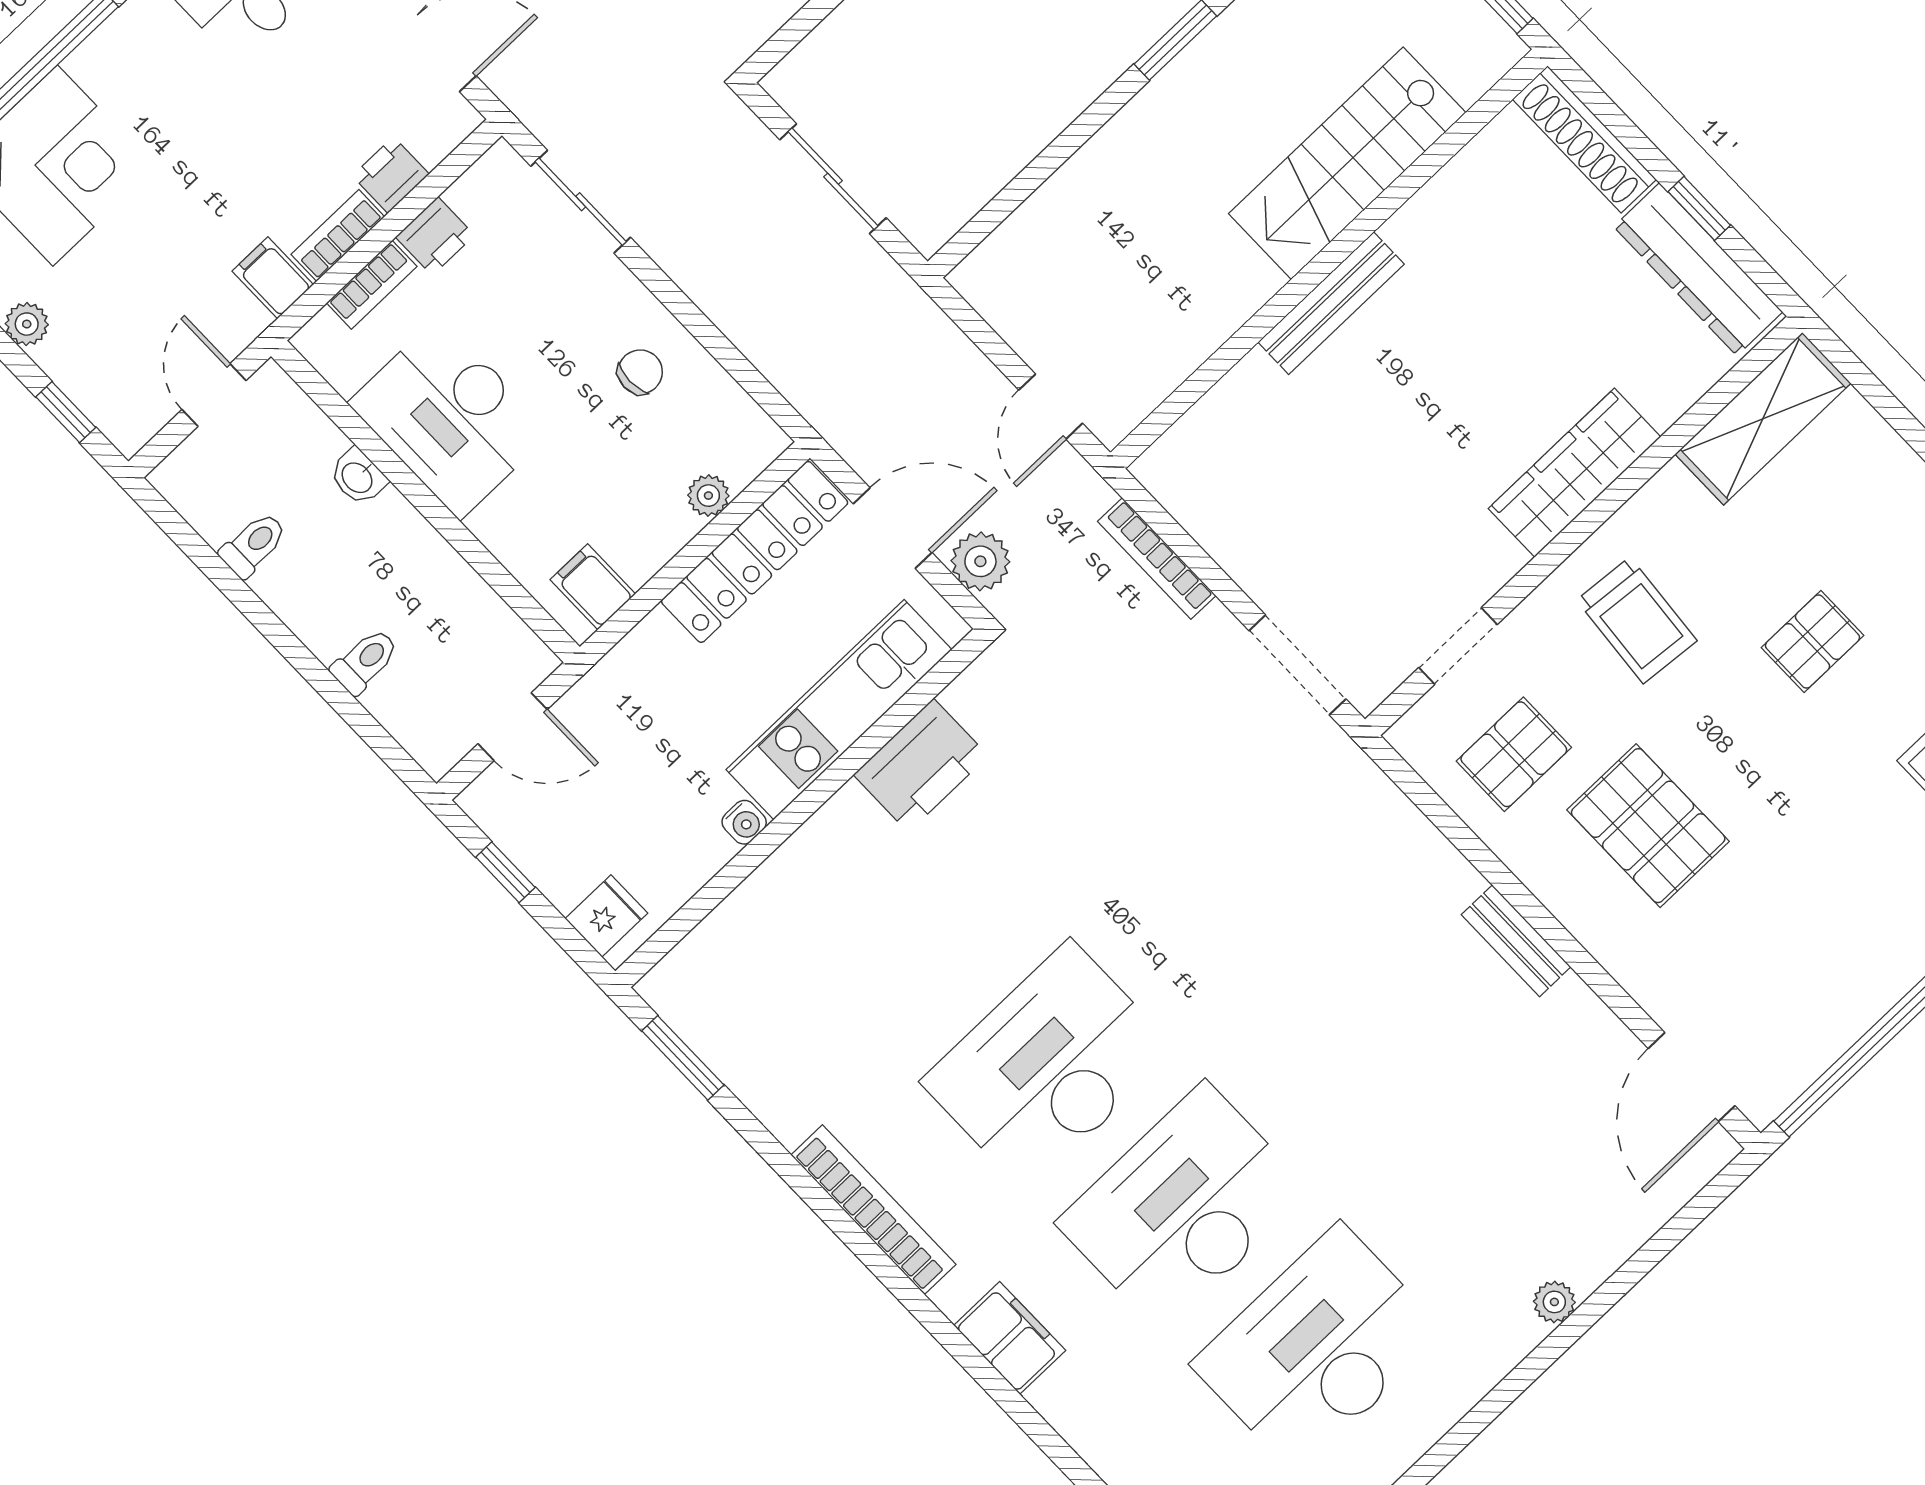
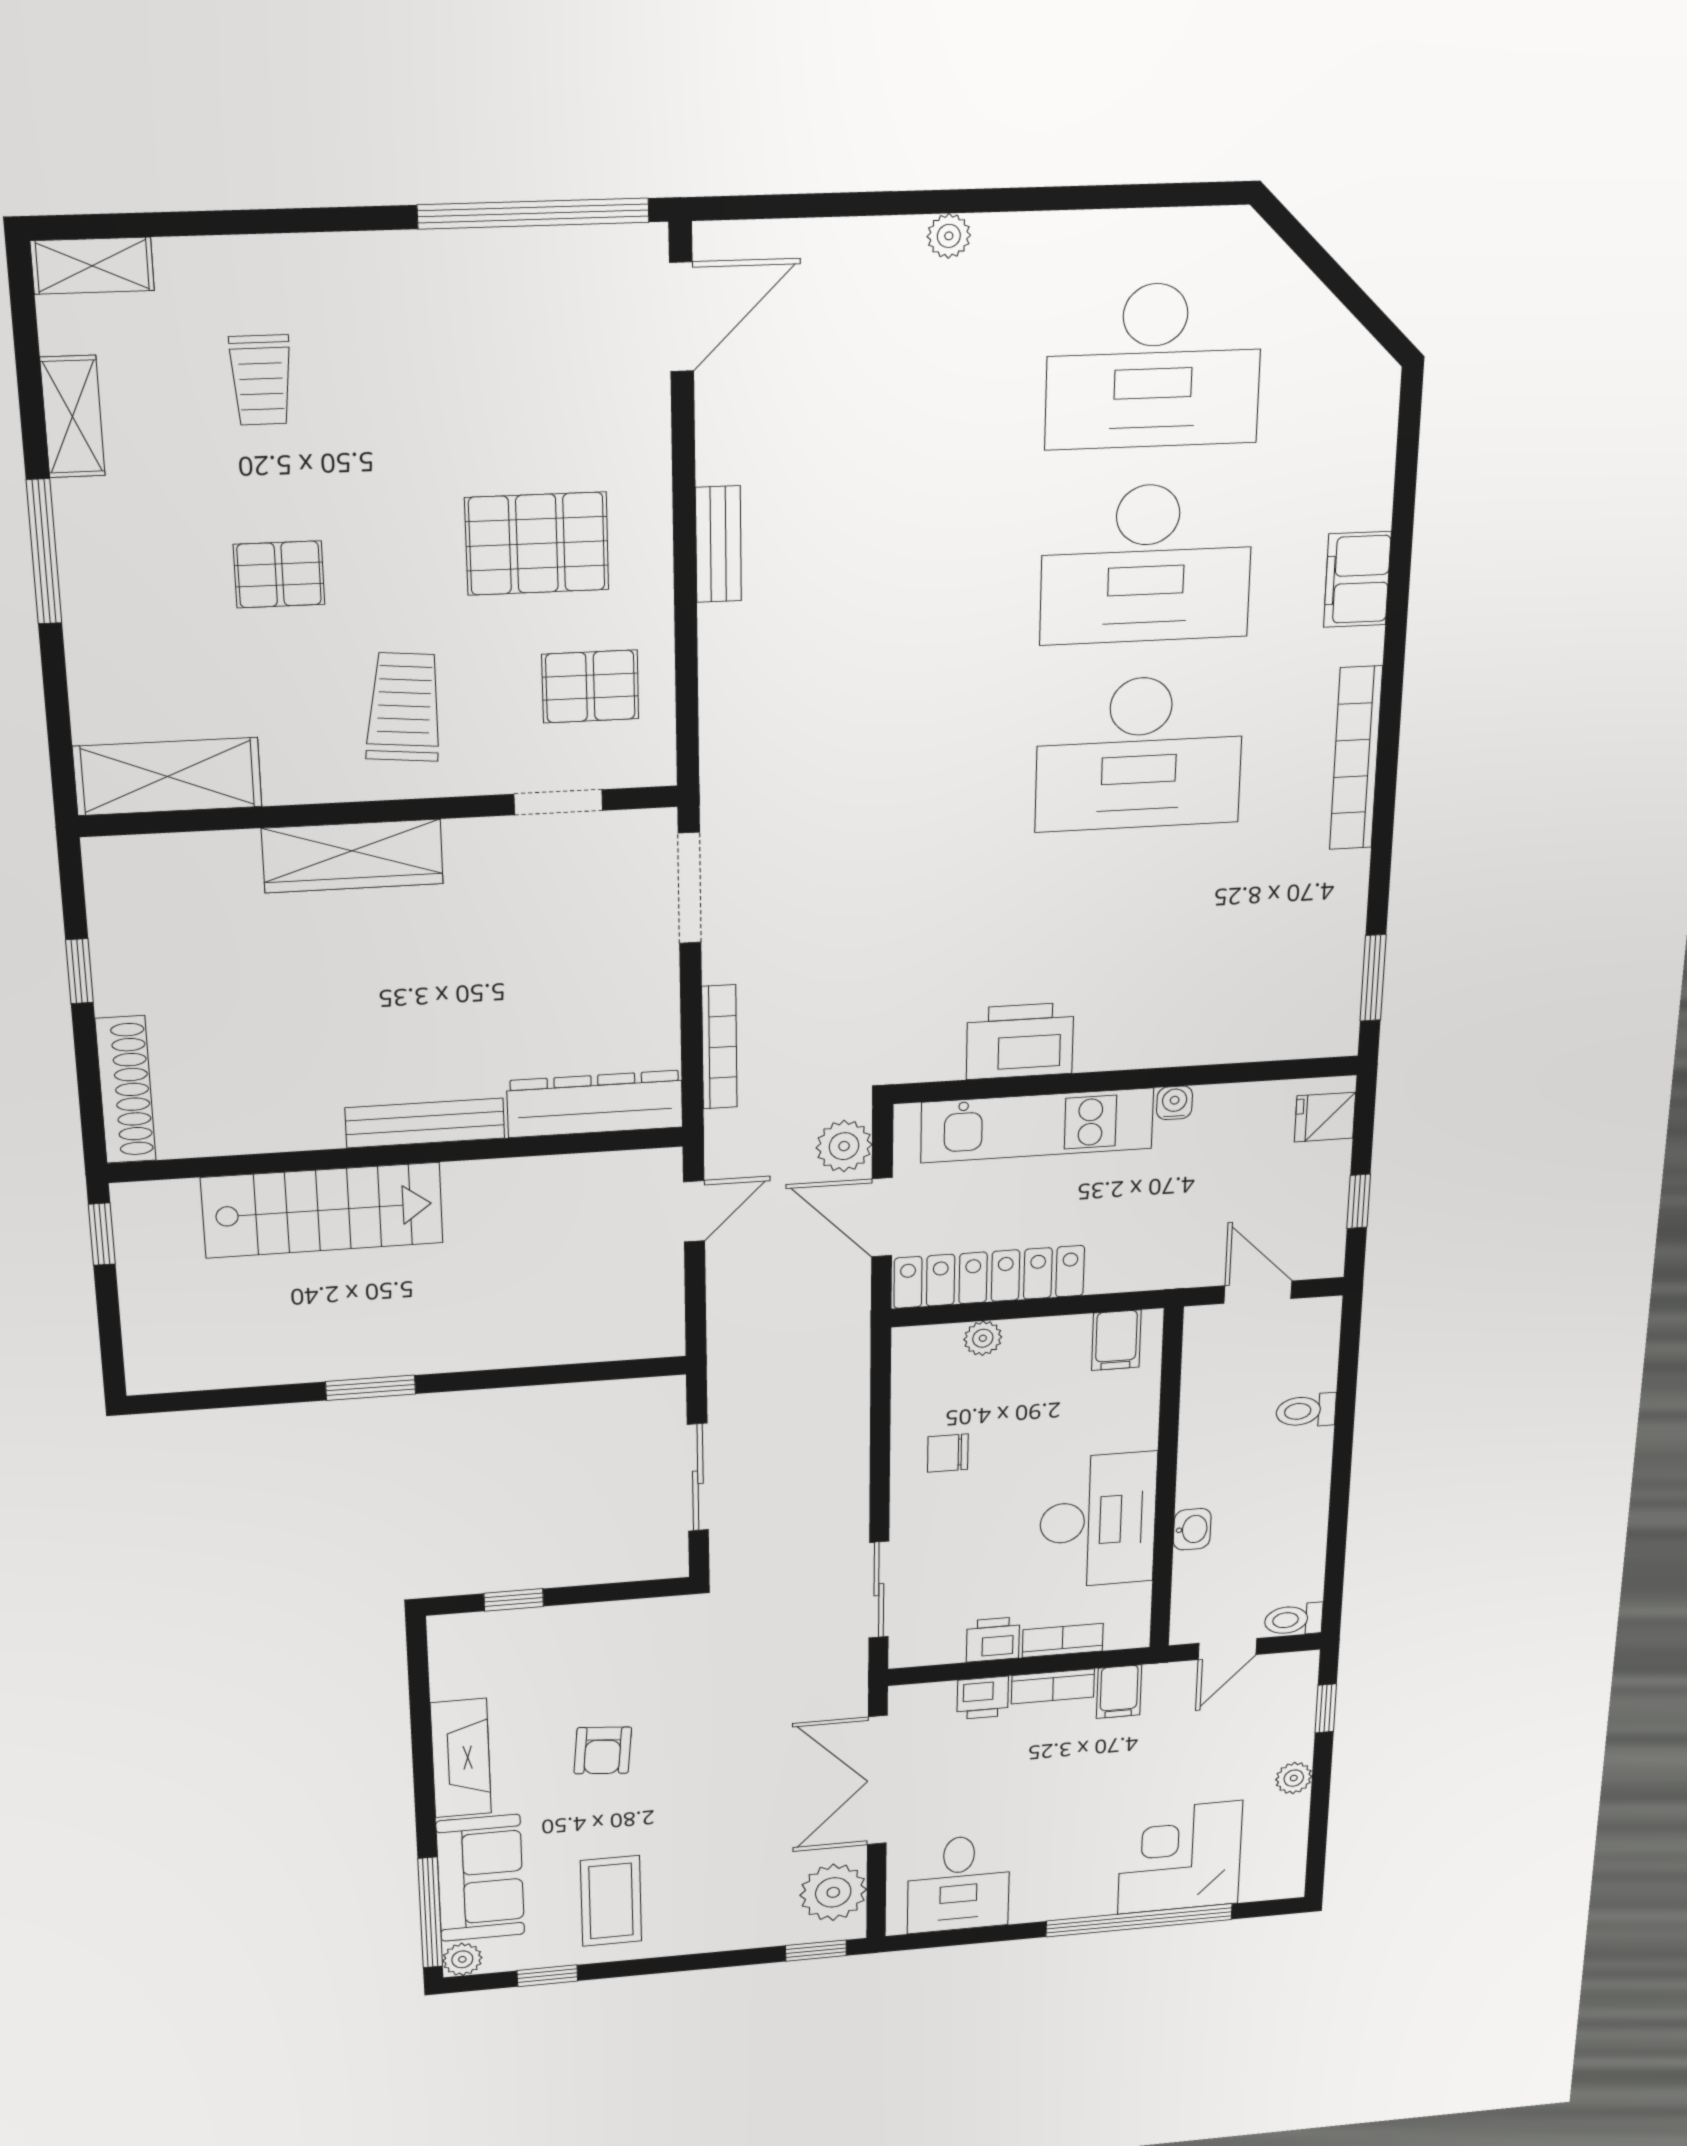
dresser: (1698, 269) -> (595, 1104), moved, turned -90
toilet: (253, 545) -> (1294, 1620), moved
pallet: (1648, 826) -> (537, 544), turned 90

